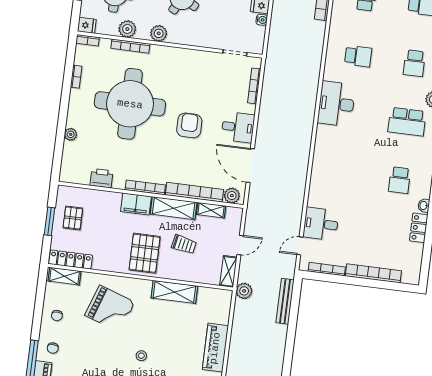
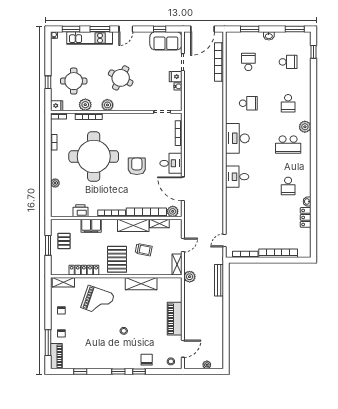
filing cabinet: (136, 204) -> (91, 226), moved
desk: (321, 224) -> (237, 177), moved
locker: (71, 260) -> (84, 270), moved

